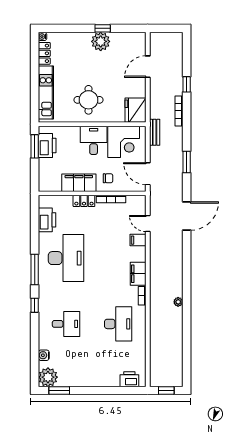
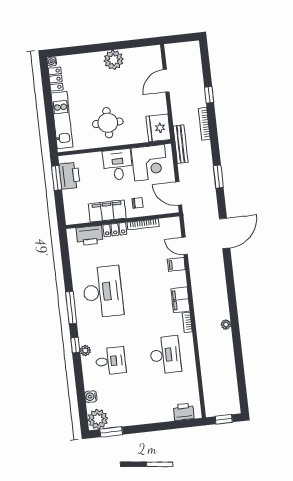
window: (103, 28) -> (114, 46), removed
bench: (155, 132) -> (180, 144), width x1.36
printer: (47, 220) -> (90, 235), moved, turned 90
plant: (43, 311) -> (85, 351), added

